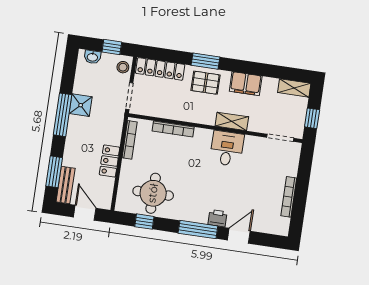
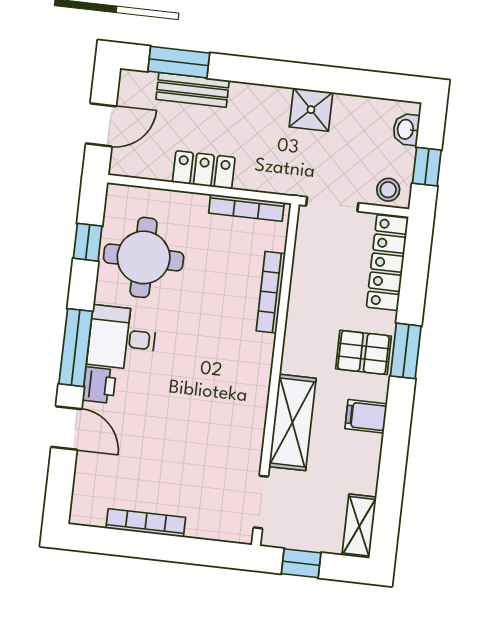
pallet: (206, 83) -> (363, 352), turned 90
filing cabinet: (246, 84) -> (366, 416), width x0.50
window: (63, 115) -> (291, 75), removed
shelving: (232, 121) -> (292, 422), width x1.50, depth x1.33
desk: (227, 149) -> (122, 338), moved, turned 180
bench: (66, 185) -> (193, 90), moved

